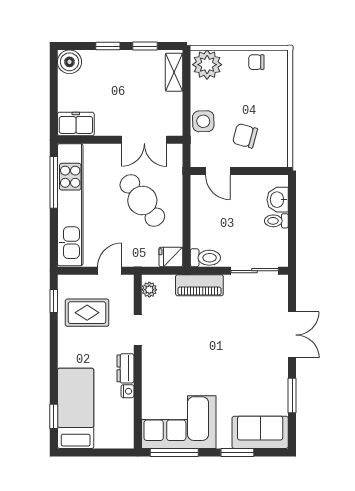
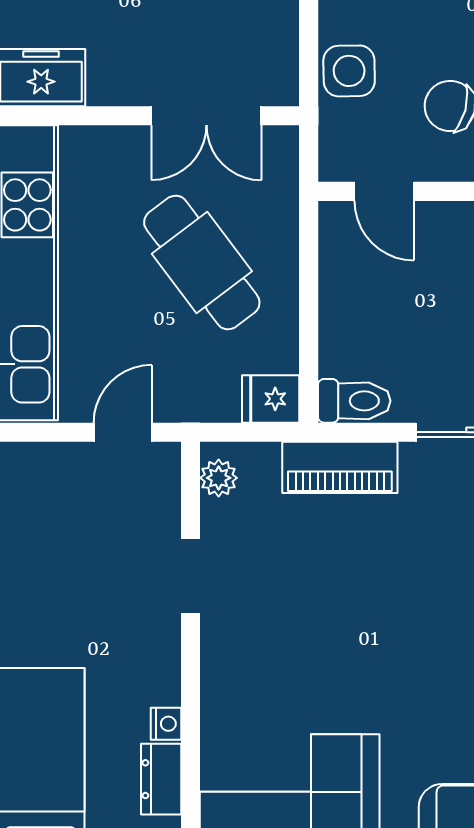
rug: (87, 313) -> (68, 534), removed
dresser: (125, 368) -> (161, 779), moved

